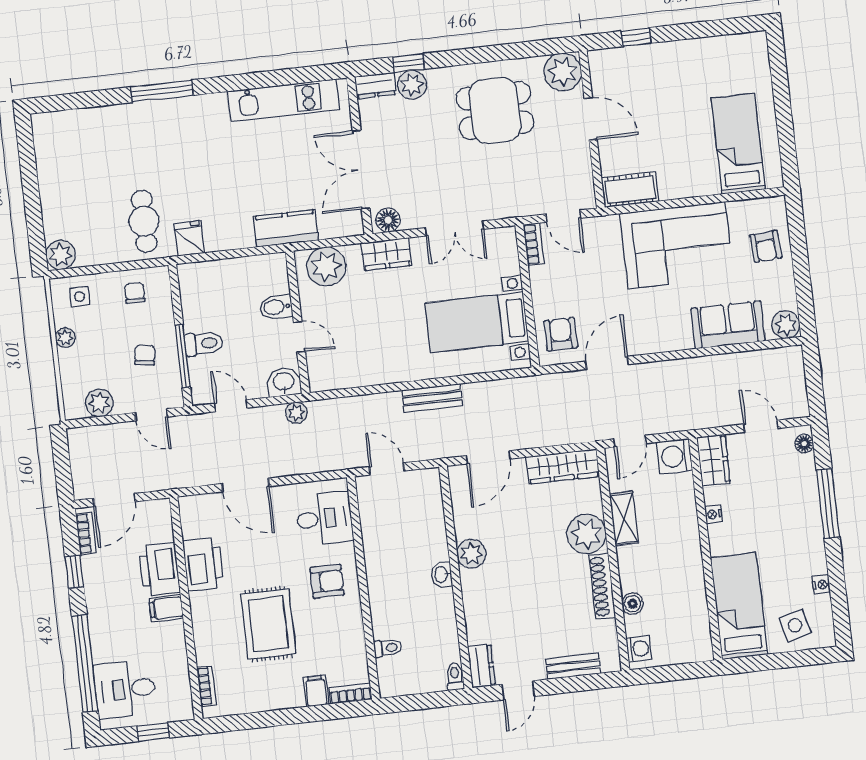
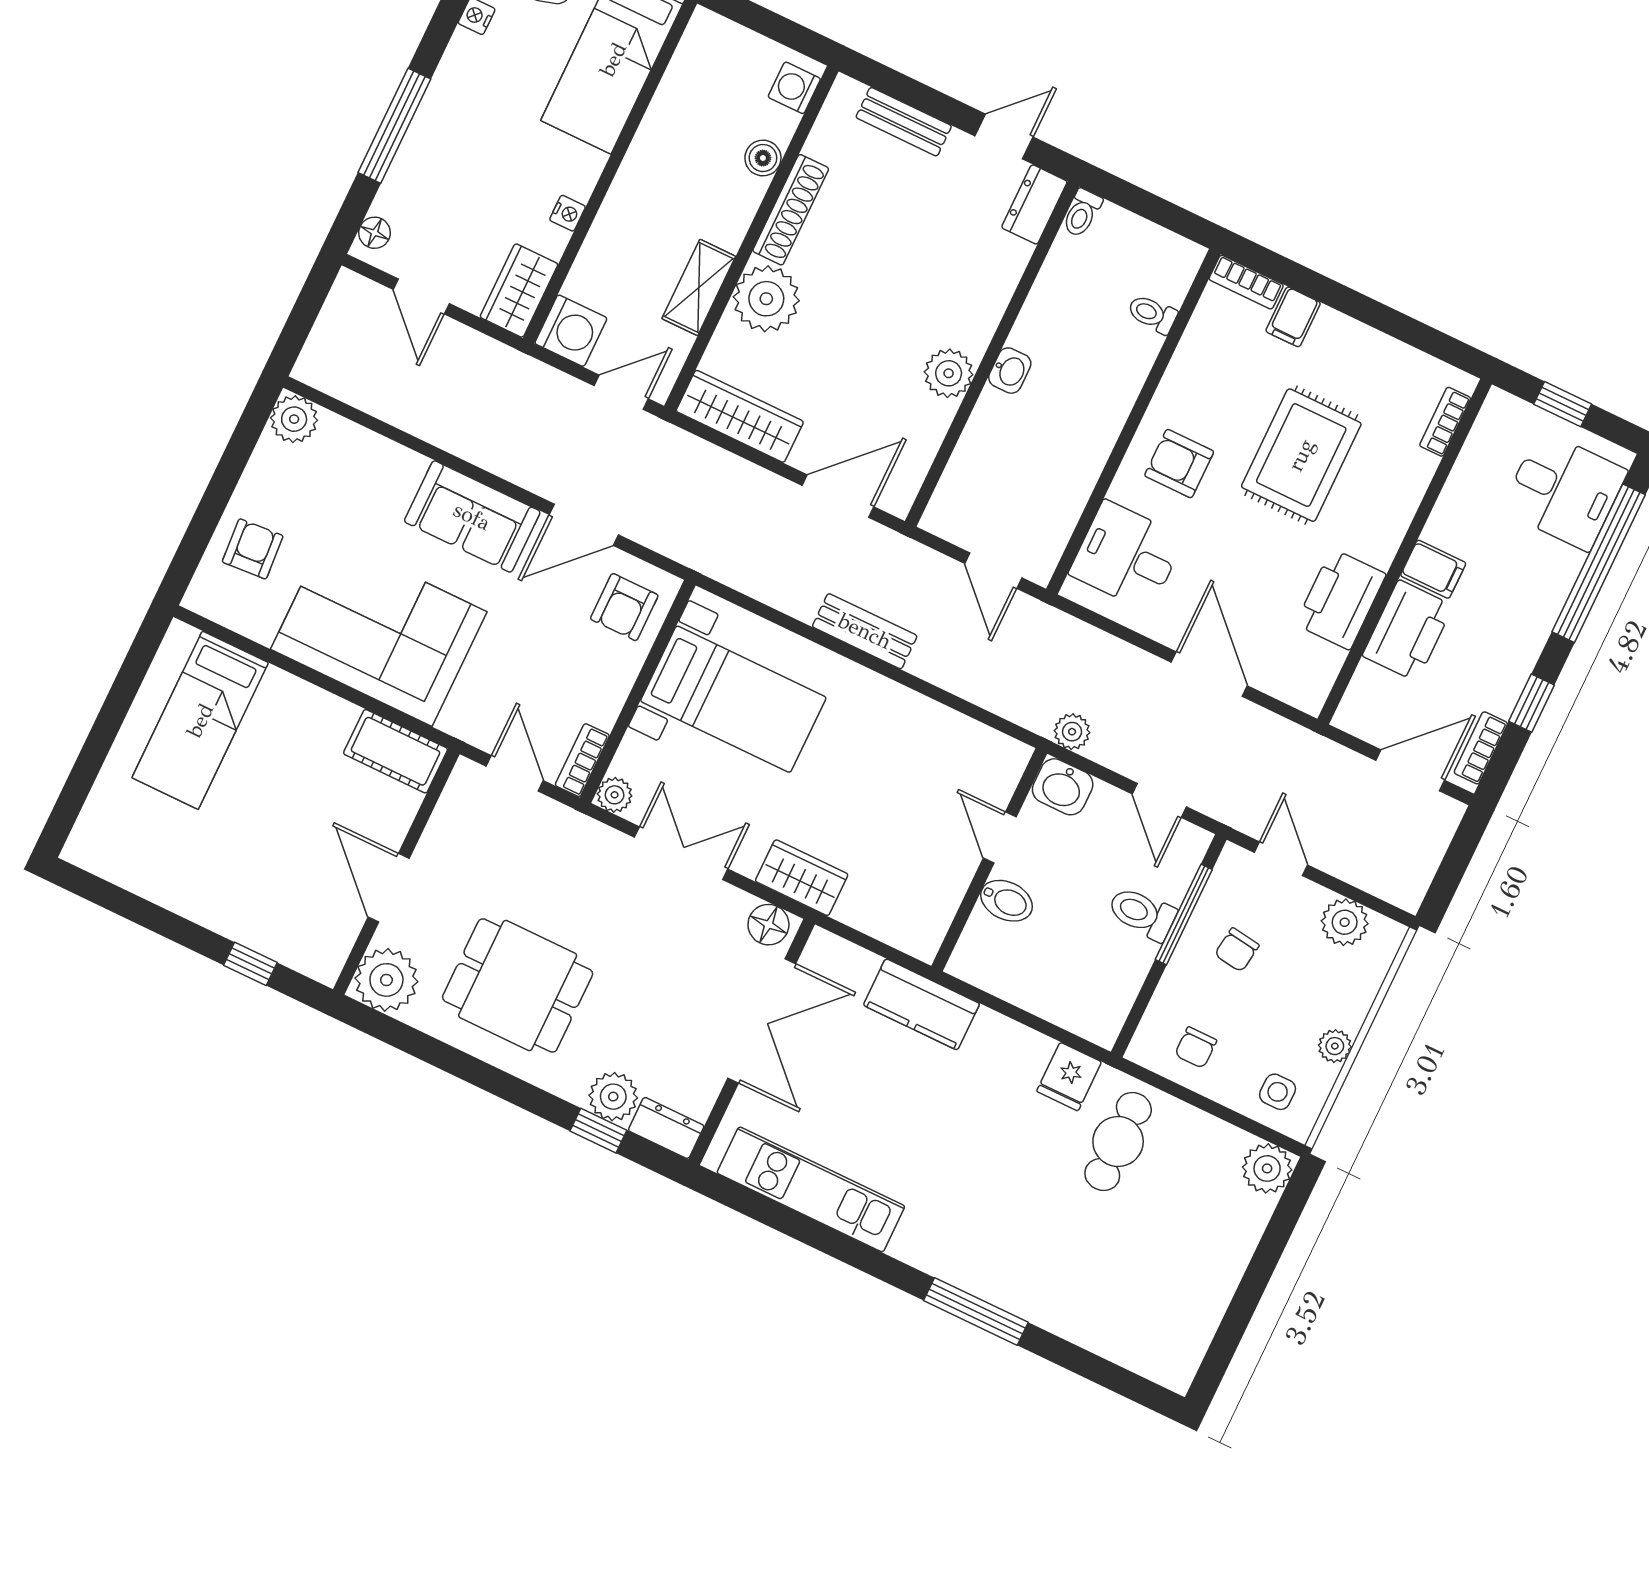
plant: (326, 266) -> (615, 795), moved, width x0.53, depth x0.53
sofa: (728, 325) -> (472, 516), moved

